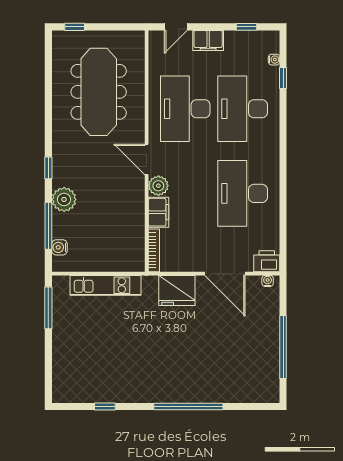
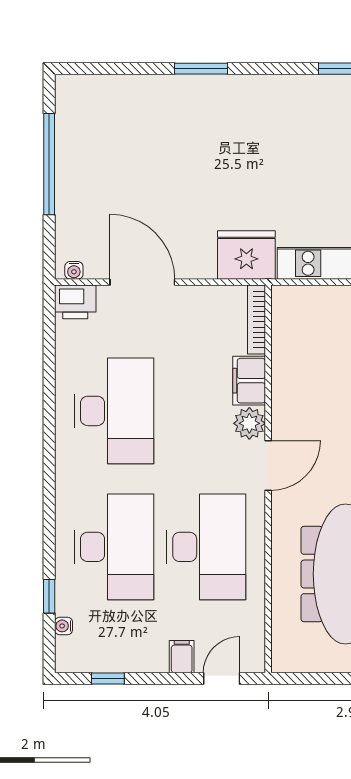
filing cabinet: (208, 40) -> (182, 657), width x0.50
door: (147, 159) -> (268, 465), hinge flipped
fridge: (177, 290) -> (246, 255), moved
window: (188, 406) -> (201, 69), width x0.47

